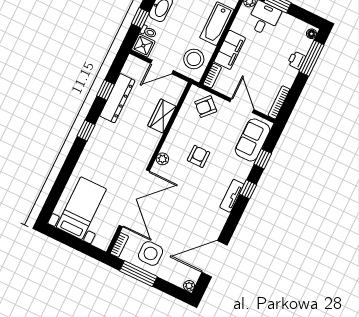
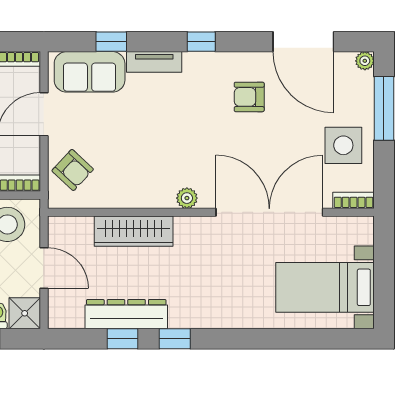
wardrobe: (162, 116) -> (134, 231), width x1.50
window: (86, 130) -> (175, 339), moved
armchair: (198, 156) -> (249, 97), moved
window: (248, 189) -> (201, 42), moved
tv unit: (232, 196) -> (154, 62), moved
window: (138, 274) -> (384, 108), moved

